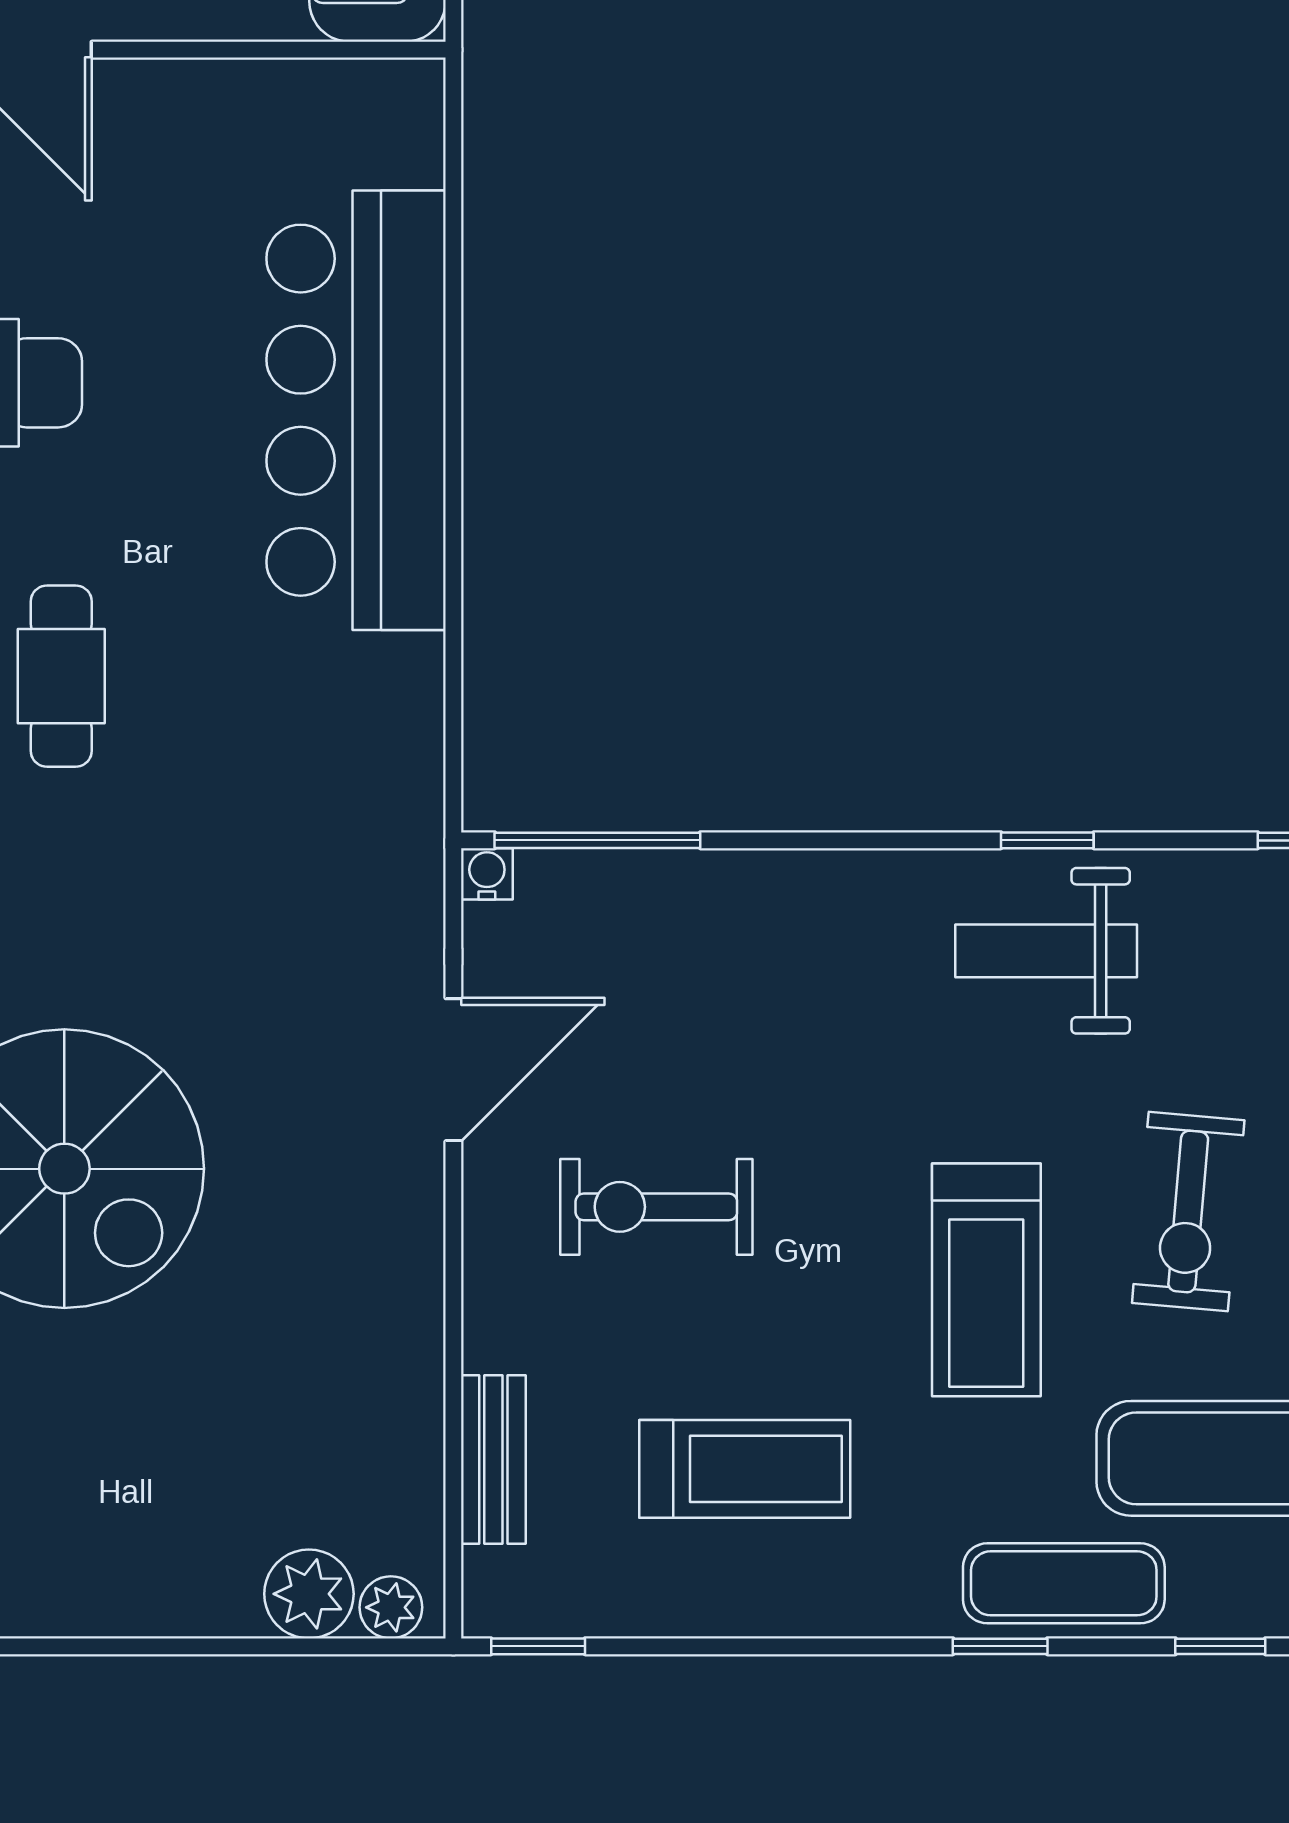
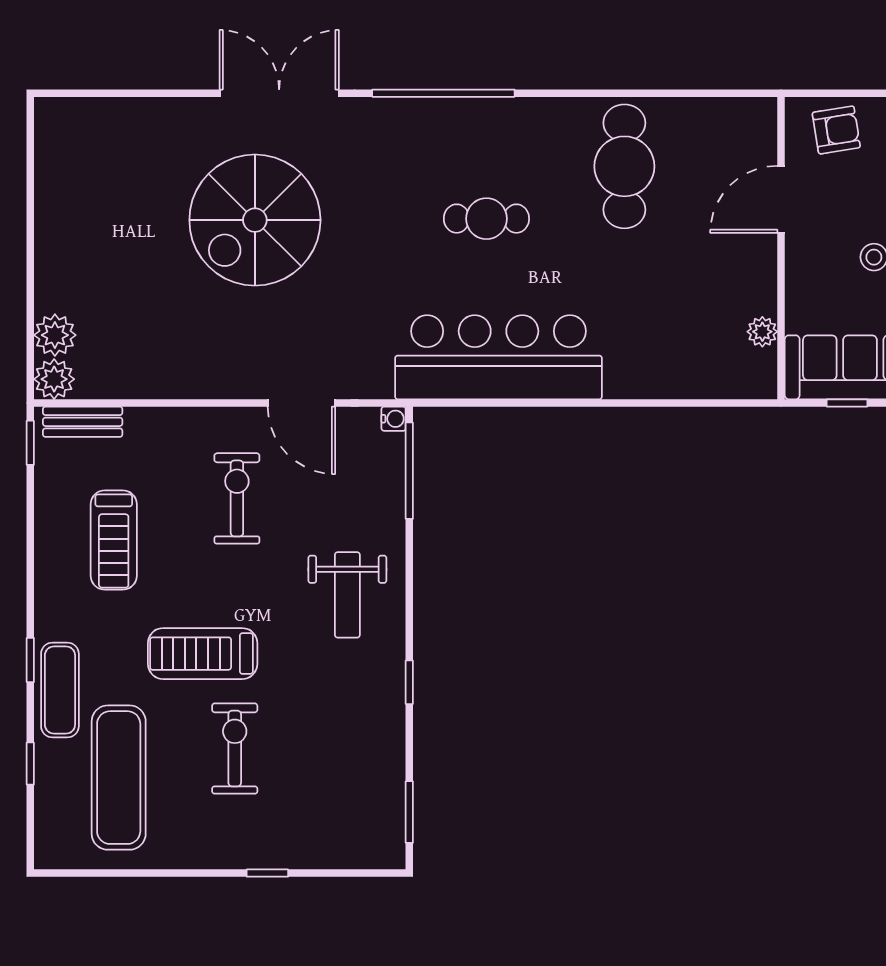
plant: (302, 90) -> (762, 332), added
bar counter: (356, 410) -> (499, 357), moved
weight bench: (1046, 951) -> (347, 595), moved, turned 180
exercise bike: (1188, 1212) -> (235, 748), turned 85
bench: (493, 1460) -> (83, 422), moved
plant: (391, 1607) -> (54, 379), width x1.38, depth x1.38

